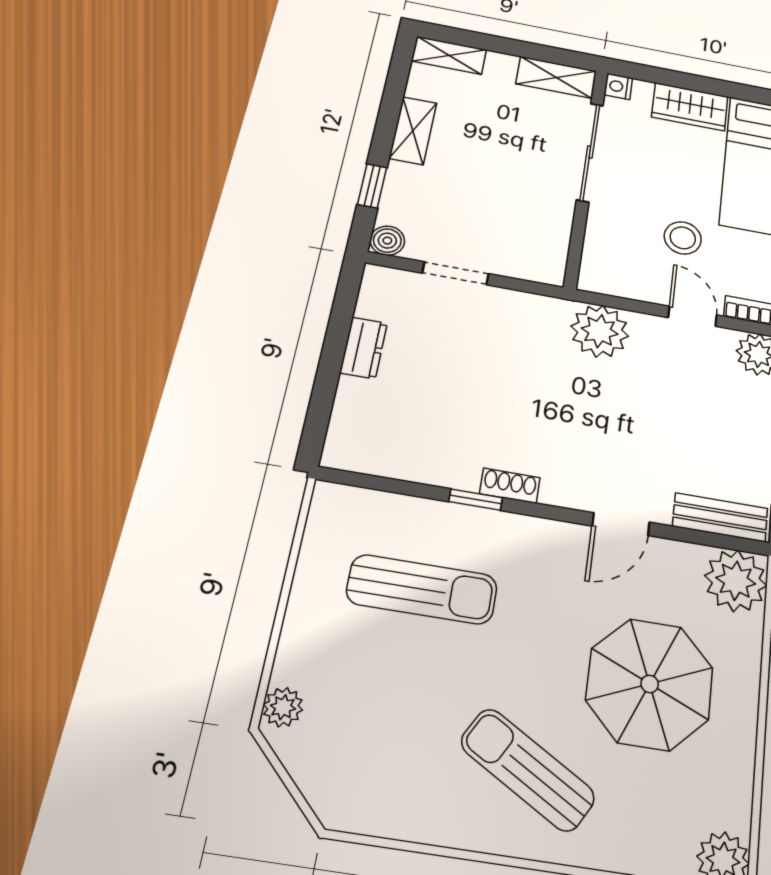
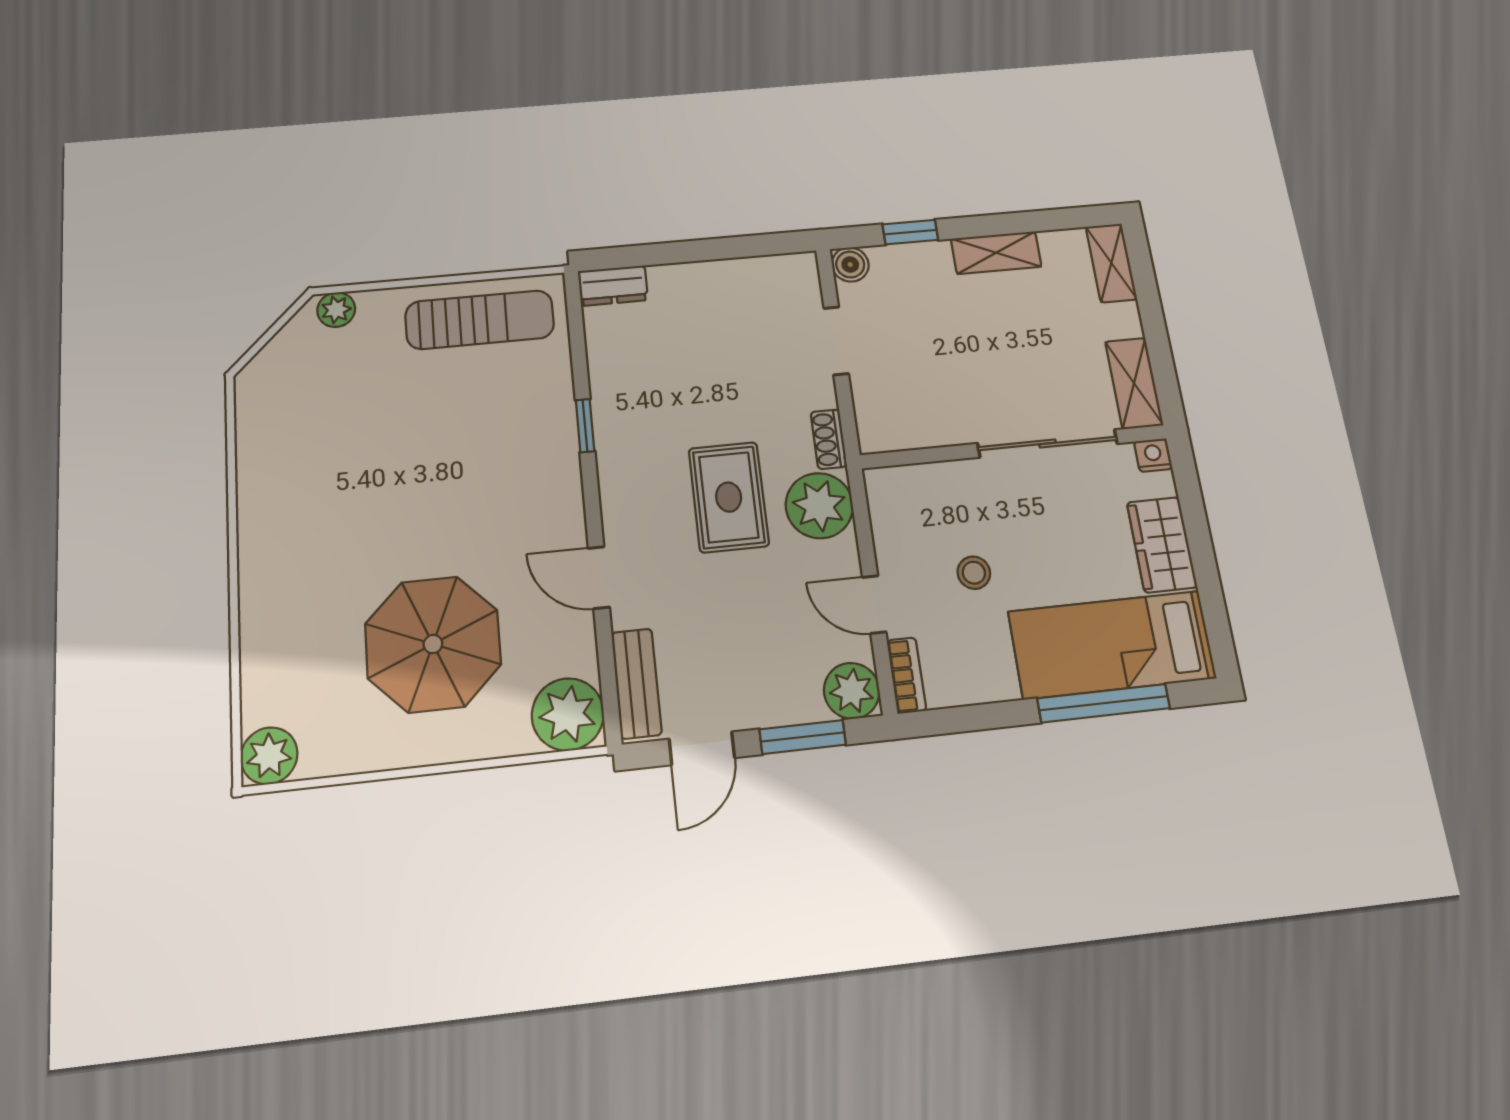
stool: (683, 238) -> (974, 573), width x0.73, depth x0.73
door: (693, 316) -> (874, 604), swing flipped
dresser: (364, 348) -> (613, 286), moved
rug: (574, 399) -> (729, 497), added
shoe rack: (510, 486) -> (829, 439), moved, turned 180
sun lounger: (422, 589) -> (480, 320), moved, turned -90
sun lounger: (528, 770) -> (322, 543), removed

